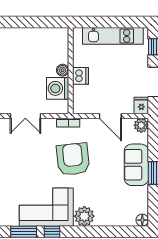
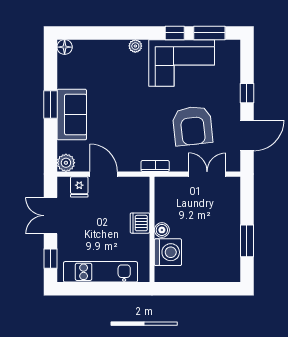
washing machine: (58, 88) -> (168, 252), moved
fridge: (141, 106) -> (79, 187), moved
armchair: (73, 159) -> (192, 126), moved
plant: (84, 216) -> (135, 46), width x0.53, depth x0.53

